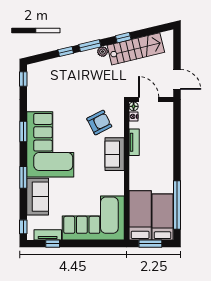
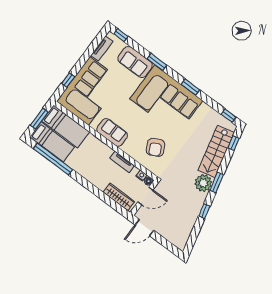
stairs: (136, 49) -> (216, 151), moved
window: (66, 52) -> (233, 143), moved
plant: (102, 52) -> (203, 183), width x1.87, depth x1.87
wardrobe: (167, 122) -> (119, 197), added
sofa: (115, 154) -> (112, 132), moved
window: (53, 244) -> (68, 80), moved

